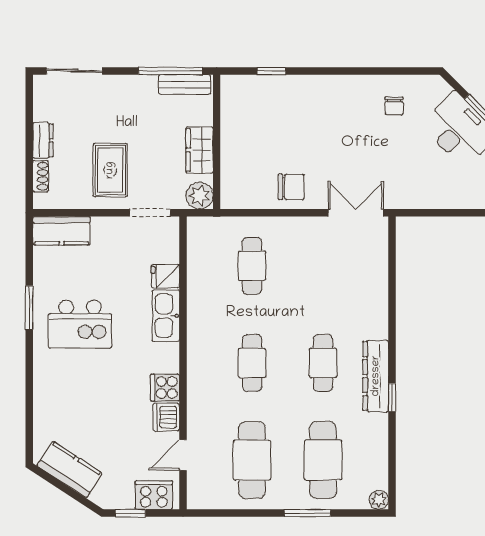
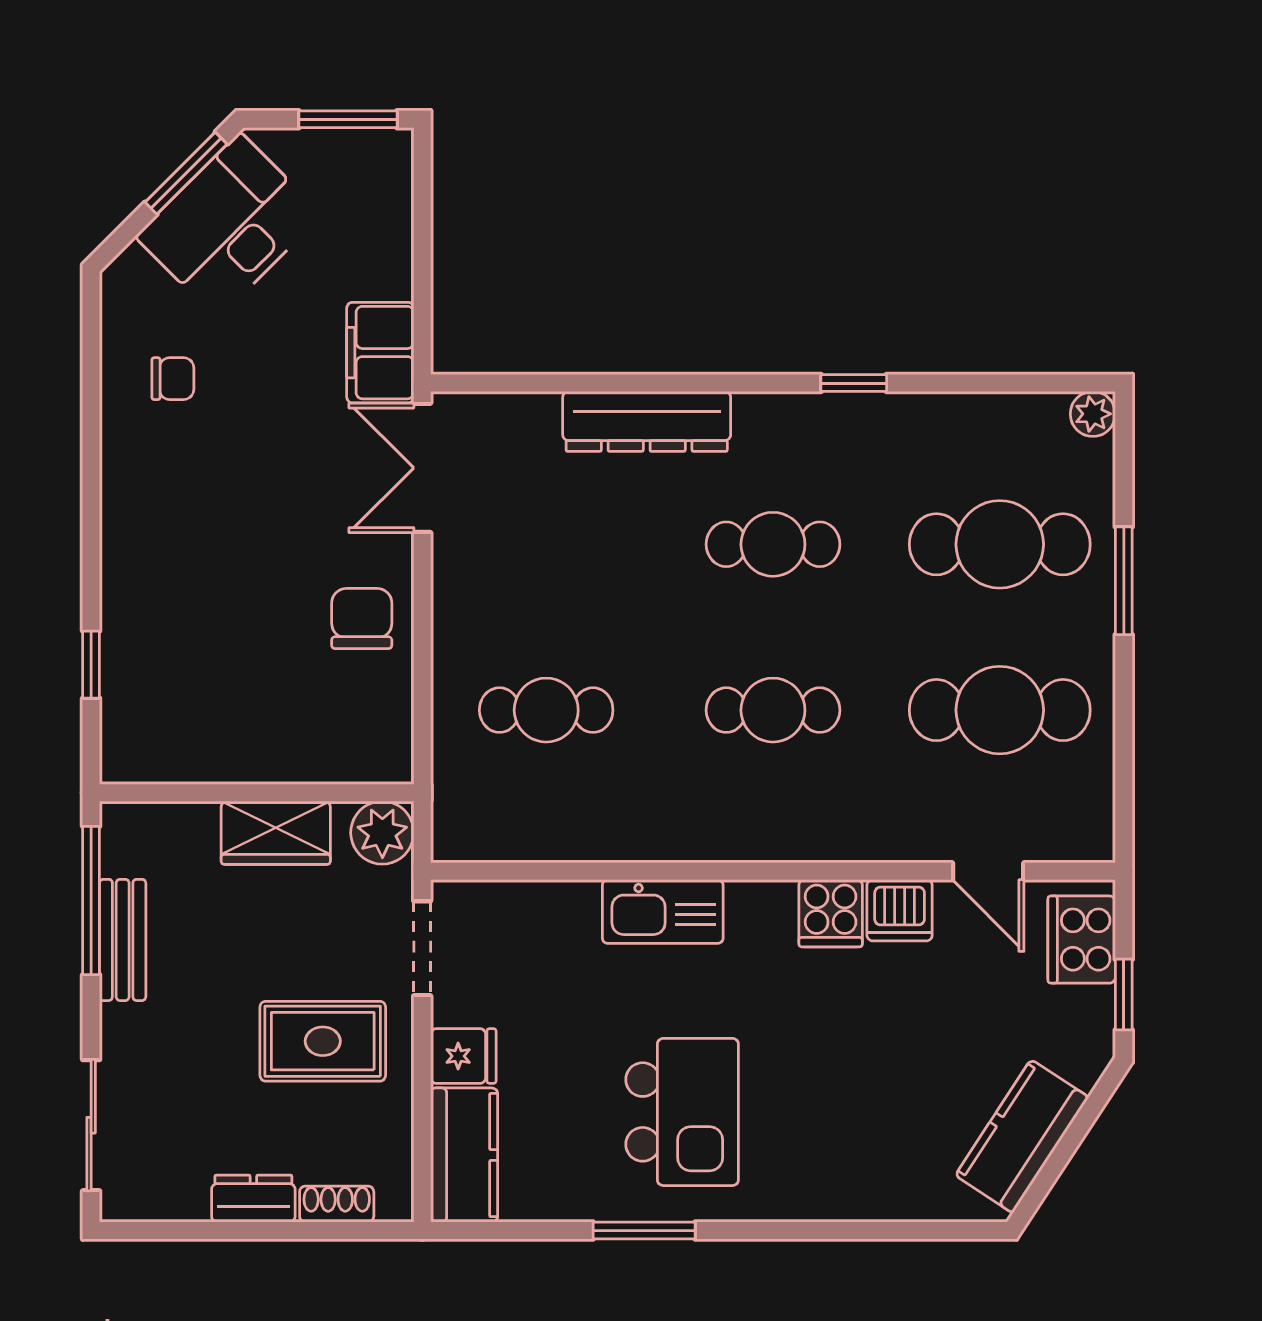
bench: (185, 84) -> (123, 940), moved
filing cabinet: (405, 195) -> (380, 353), added
fridge: (165, 276) -> (463, 1056), moved, turned -90
dresser: (376, 376) -> (647, 421), moved

